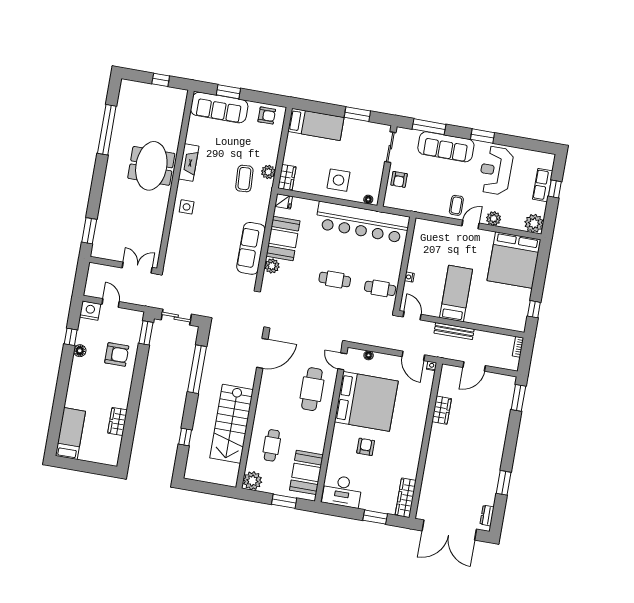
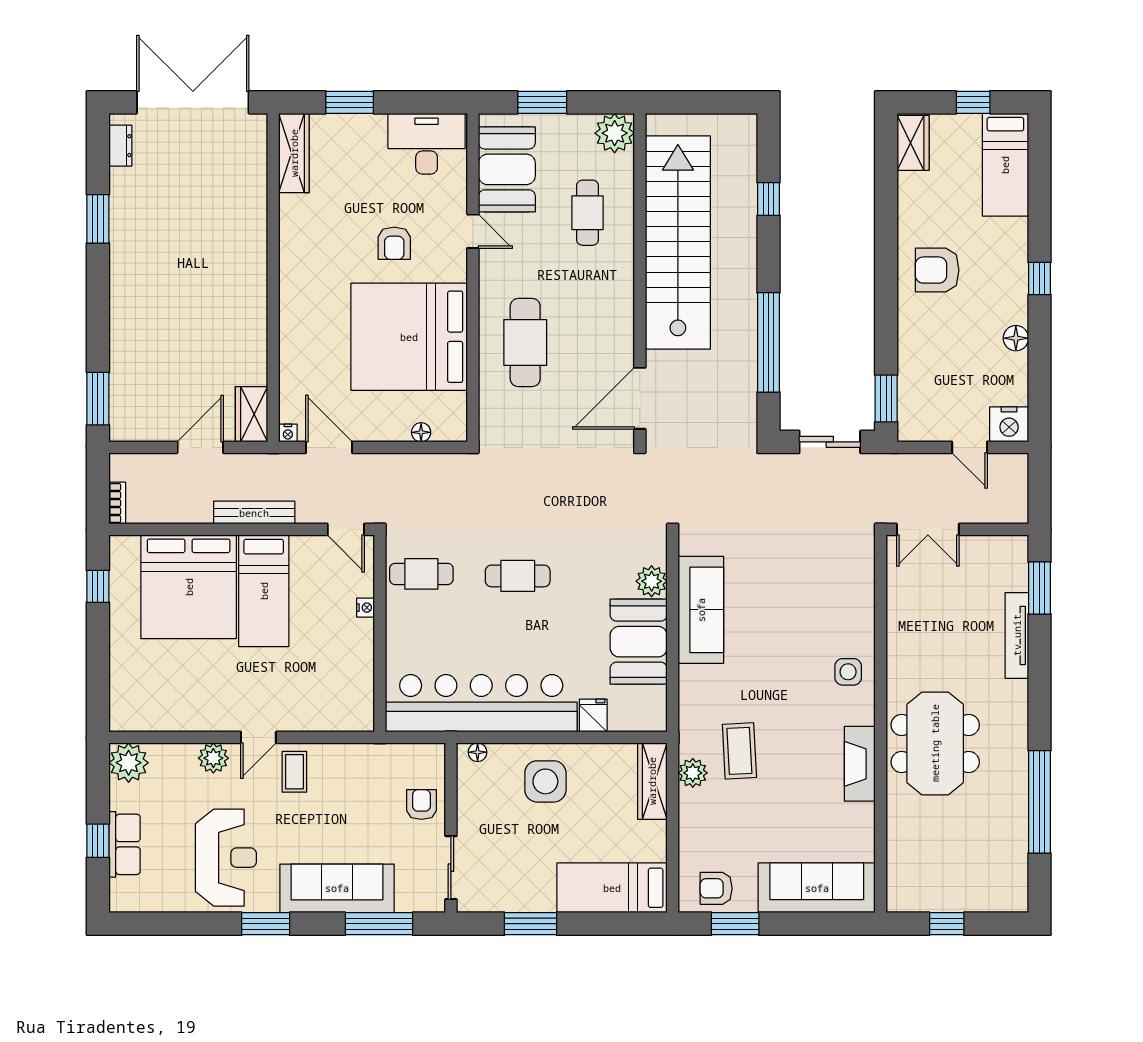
window: (228, 92) -> (735, 924), moved
wardrobe: (287, 177) -> (652, 781), width x1.50
fridge: (284, 201) -> (593, 716), moved, turned 90
tv unit: (104, 210) -> (1017, 635), added
bed: (514, 260) -> (189, 587), moved, turned 180
window: (71, 337) -> (1039, 278), moved
armchair: (117, 354) -> (937, 270), moved
door: (342, 361) -> (473, 231), moved
wardrobe: (442, 410) -> (252, 414), moved
wardrobe: (117, 422) -> (913, 143), moved
stairs: (232, 424) -> (678, 243), width x1.36
window: (81, 466) -> (973, 102), added

